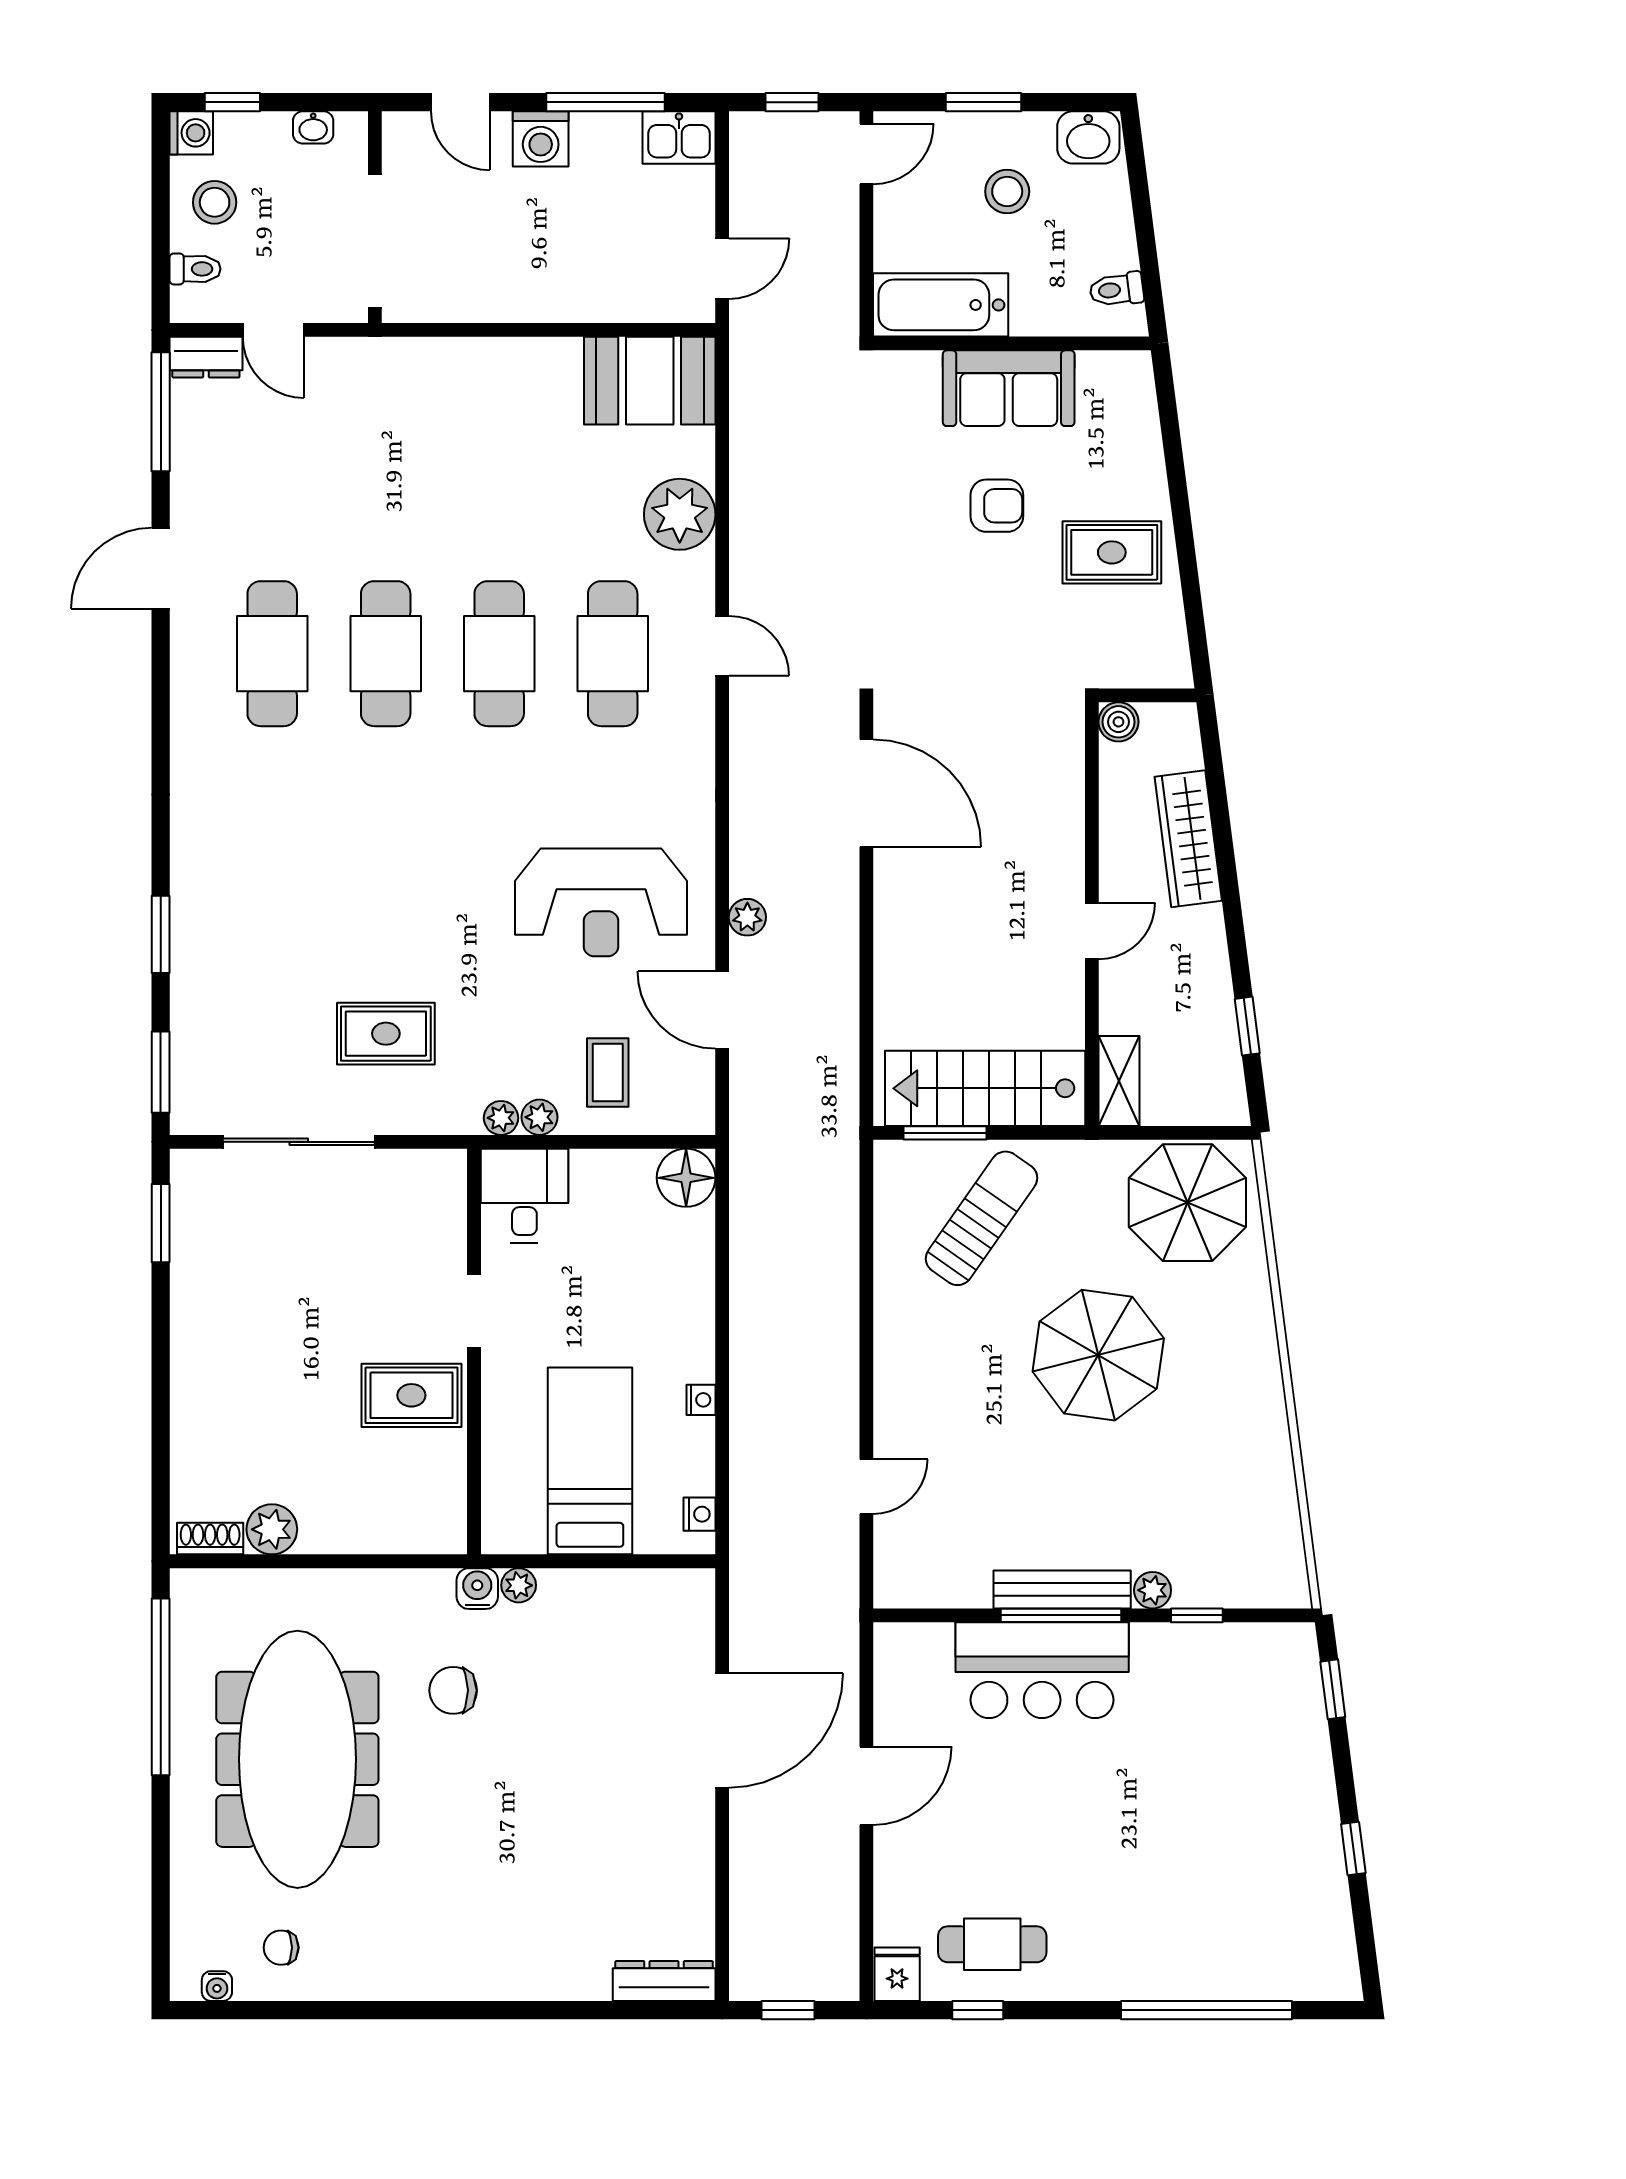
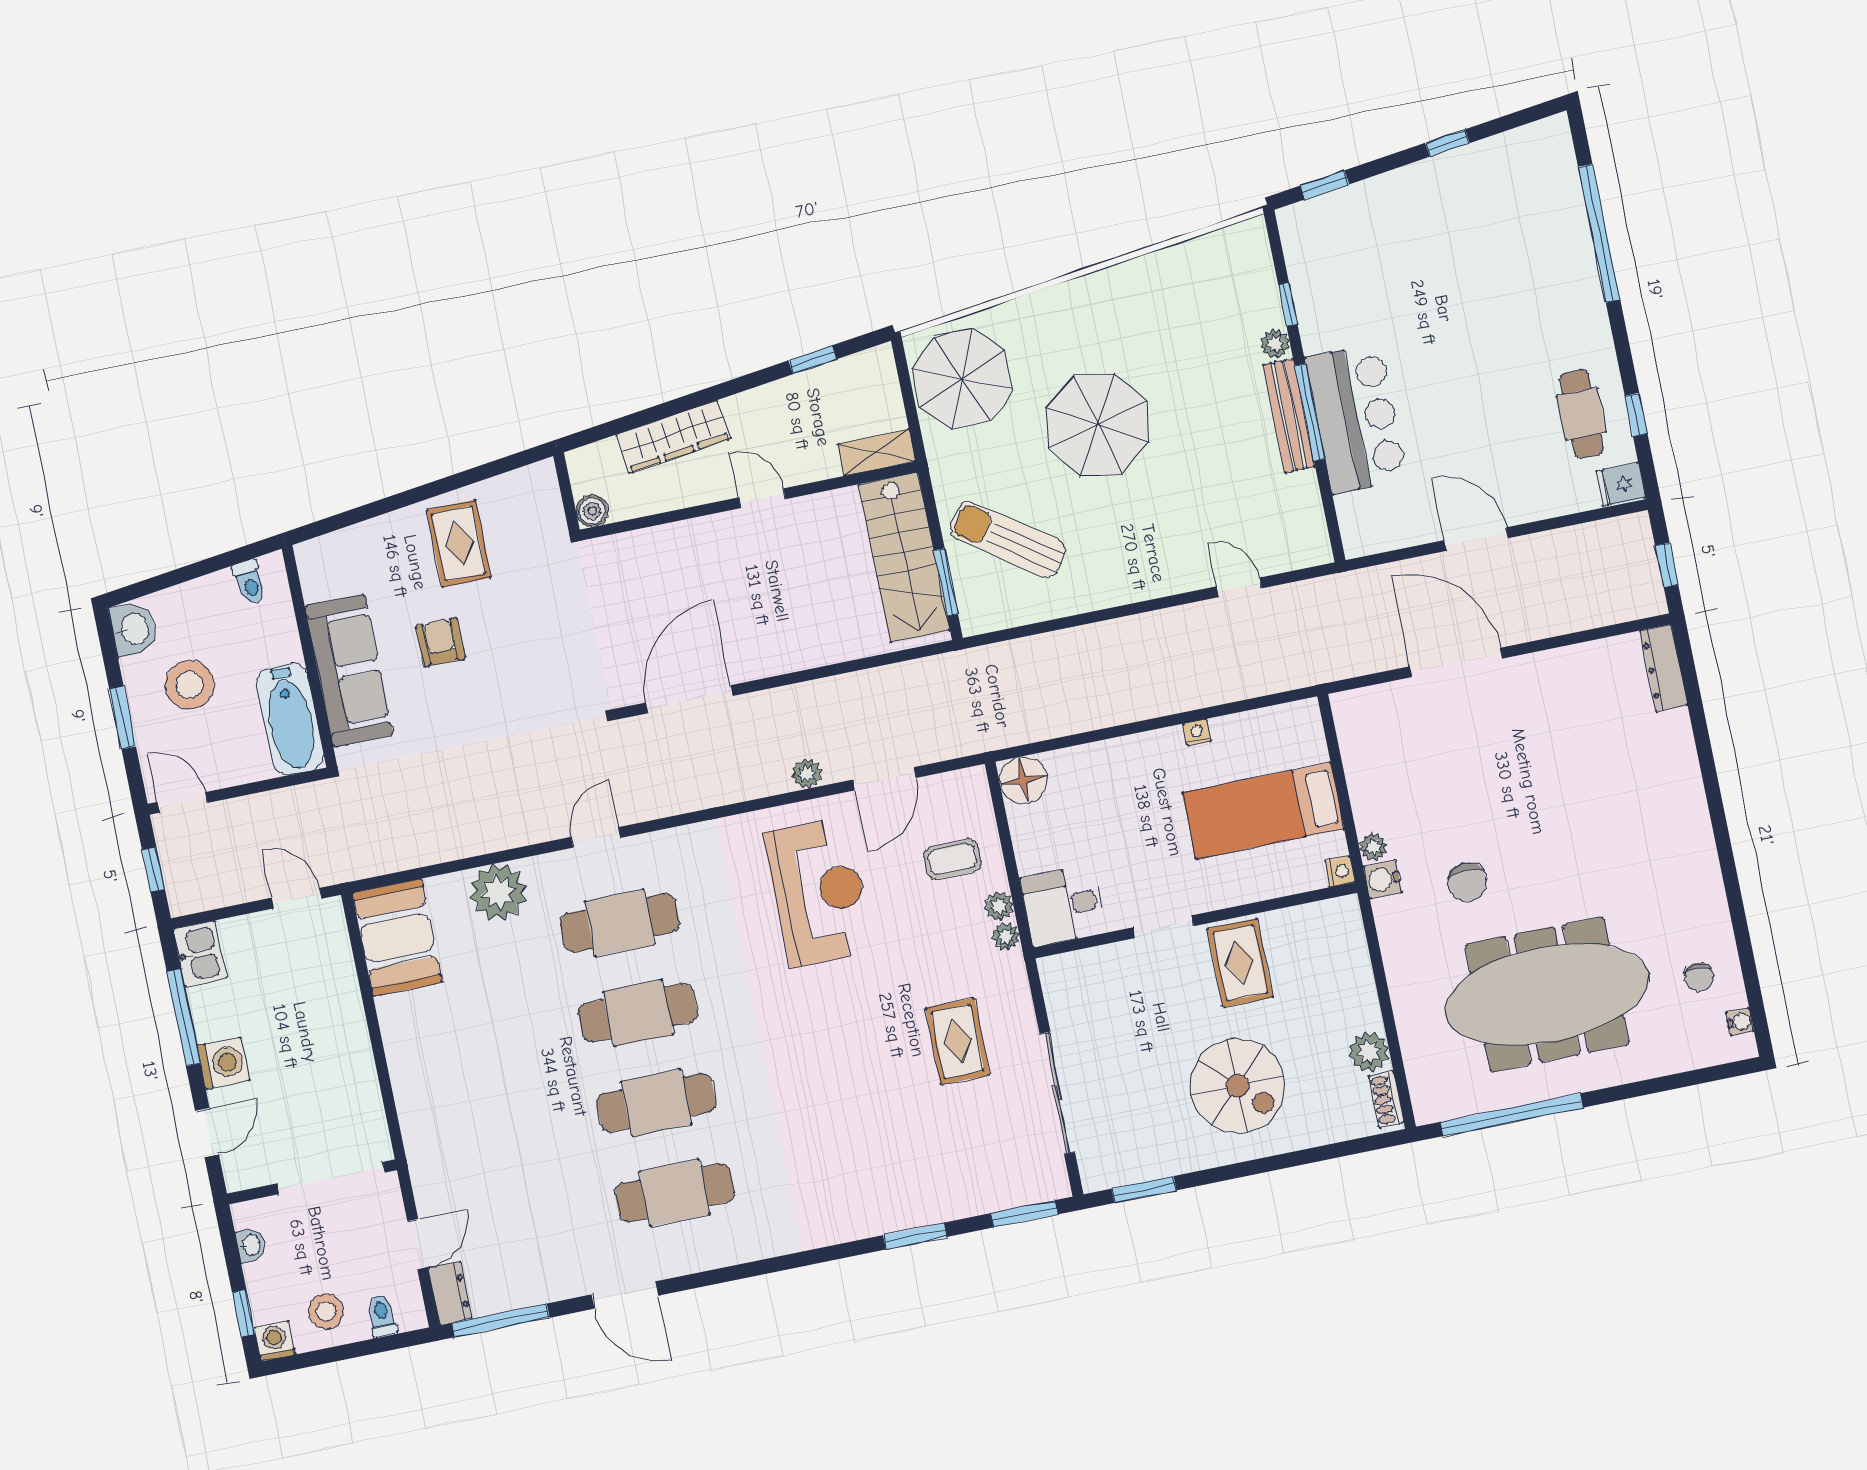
stool: (1007, 191) -> (190, 685), width x1.38, depth x1.38
sofa: (1009, 388) -> (349, 671), width x1.36
spiral stairs: (263, 1362) -> (1237, 1086), added
nightstand: (699, 1514) -> (1340, 871), moved, turned 90

